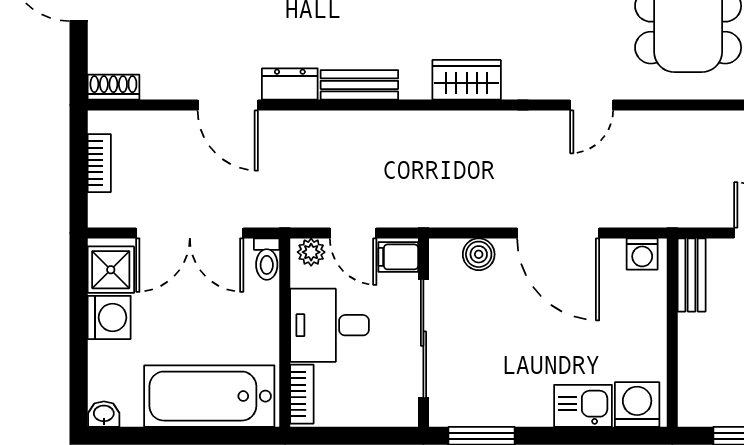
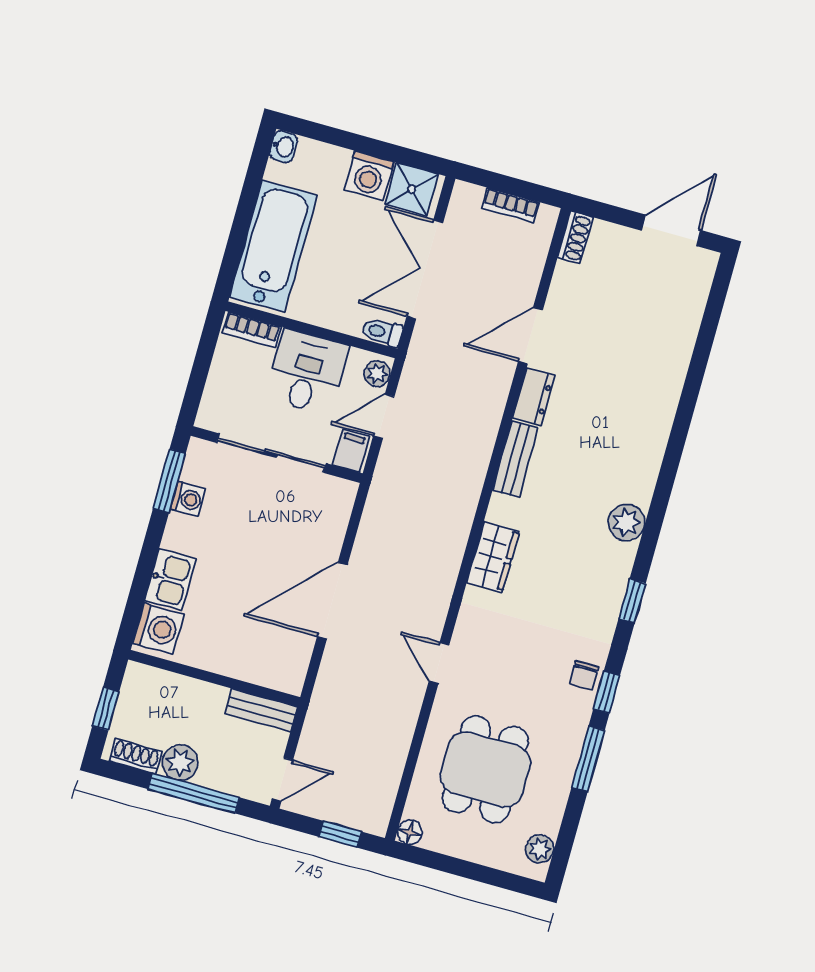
boiler: (479, 254) -> (333, 524), removed
washing machine: (642, 254) -> (188, 499), moved, turned 180

